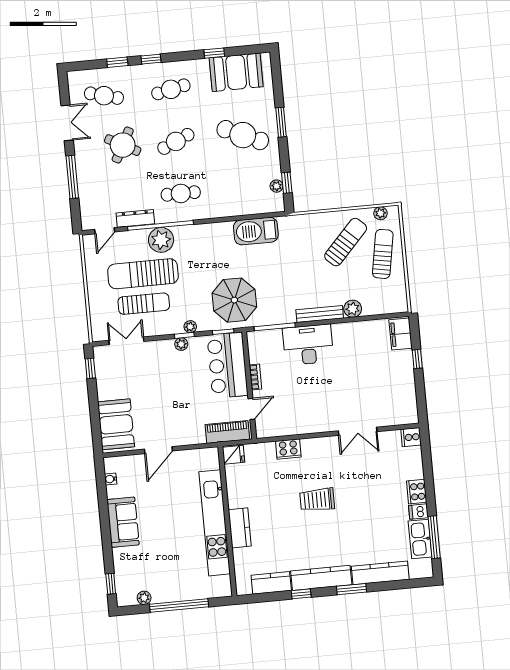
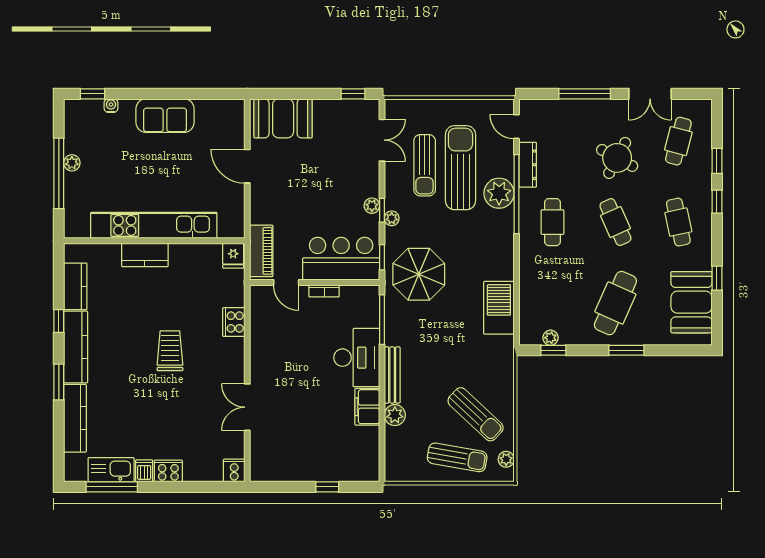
filing cabinet: (401, 334) -> (367, 407), moved, turned -90
water cooler: (111, 479) -> (111, 106), moved
plant: (144, 598) -> (72, 163), moved

